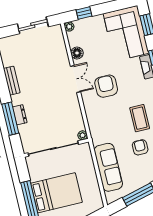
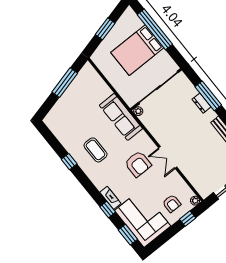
floor lamp: (77, 53) -> (177, 181), removed
armchair: (140, 147) -> (172, 204), moved
sofa: (108, 167) -> (121, 117), moved

